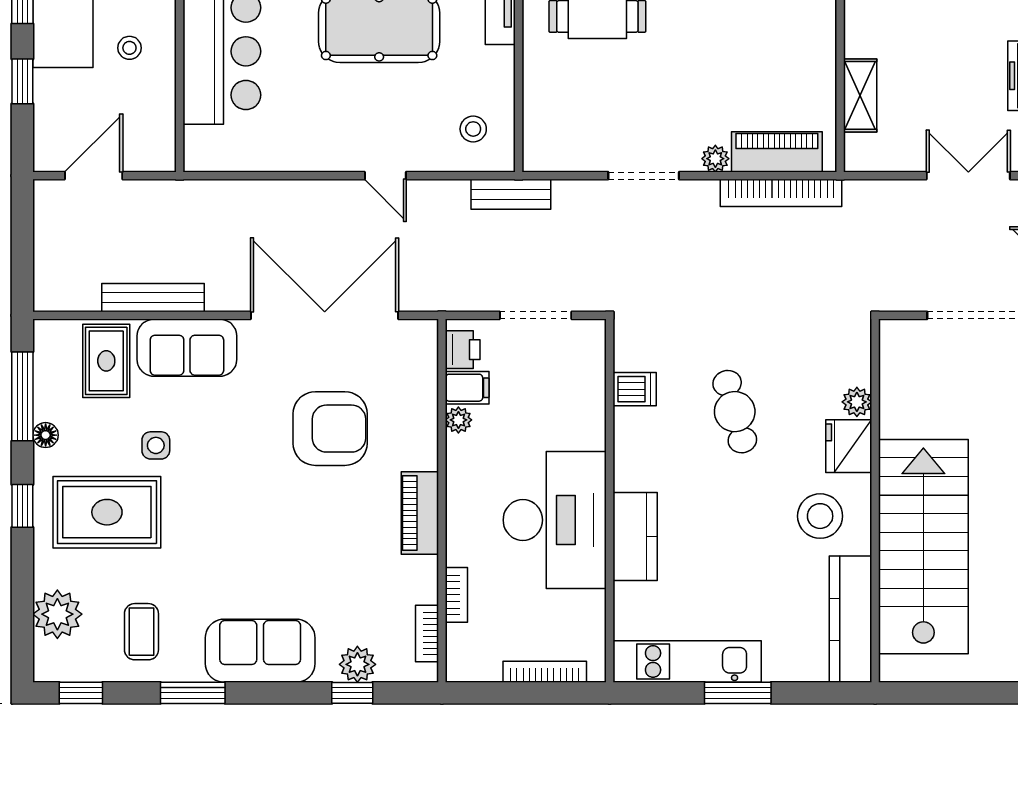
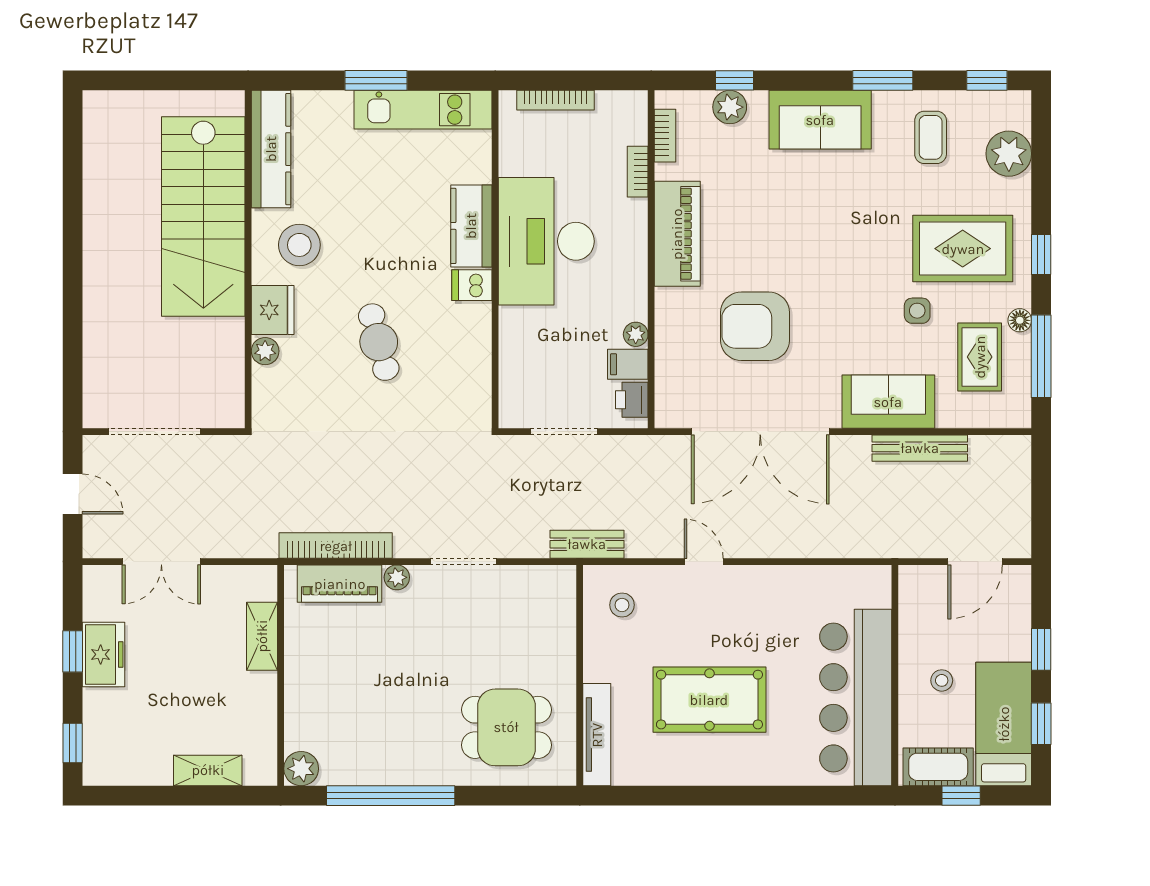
rug: (106, 361) -> (980, 357), moved
dishwasher: (635, 389) -> (472, 285), moved
piano: (420, 513) -> (677, 234), width x1.37, depth x1.33

